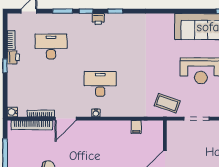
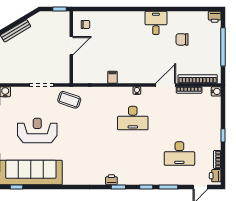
printer: (98, 19) -> (111, 180), moved
printer: (13, 57) -> (215, 176), moved
filing cabinet: (136, 127) -> (112, 77), moved

